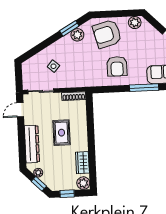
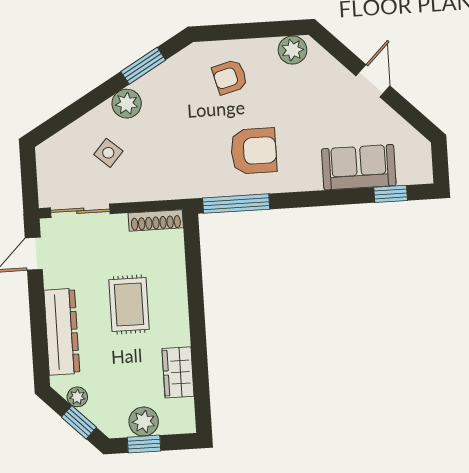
armchair: (107, 34) -> (230, 77), width x0.53, depth x0.53
plant: (77, 35) -> (127, 104), moved
armchair: (117, 66) -> (254, 151), turned -90
window: (144, 88) -> (236, 204), moved
plant: (83, 183) -> (144, 422), moved

